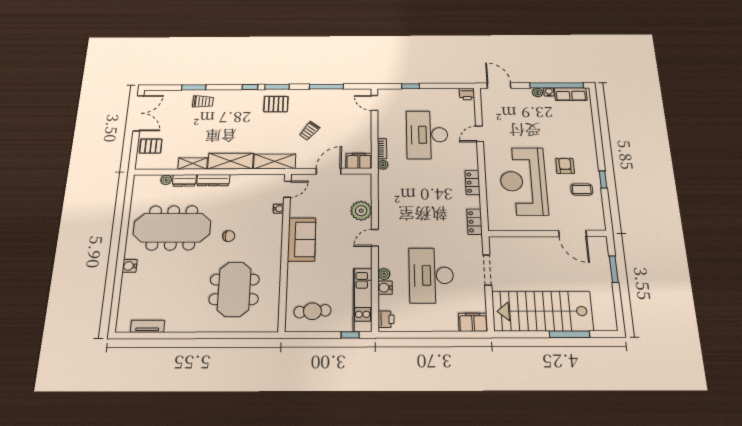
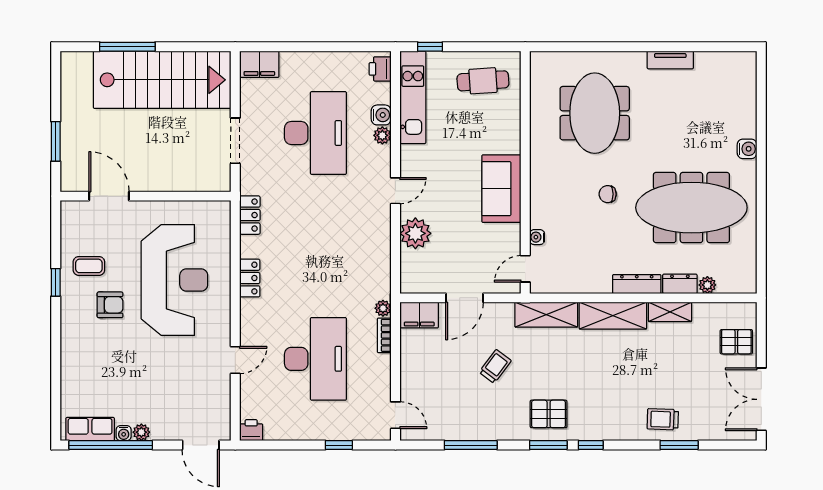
armchair: (565, 166) -> (110, 305), turned -90
tv unit: (148, 326) -> (670, 60), moved

